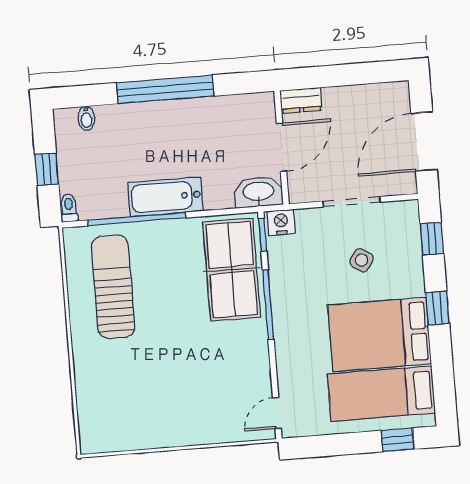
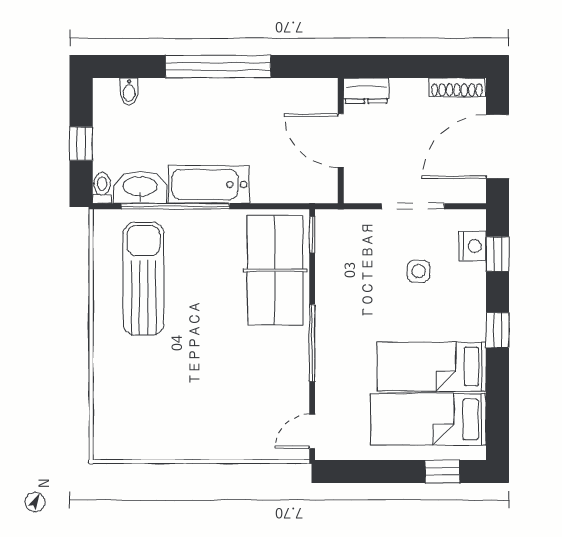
shoe rack: (383, 91) -> (457, 87), added
door: (282, 147) -> (341, 140), swing flipped
washbasin: (259, 192) -> (140, 187), moved
nightstand: (281, 222) -> (473, 246), moved, turned 90
side table: (362, 260) -> (419, 271), turned -34
window: (268, 305) -> (312, 343), moved
bed: (380, 334) -> (432, 367), width x0.67

